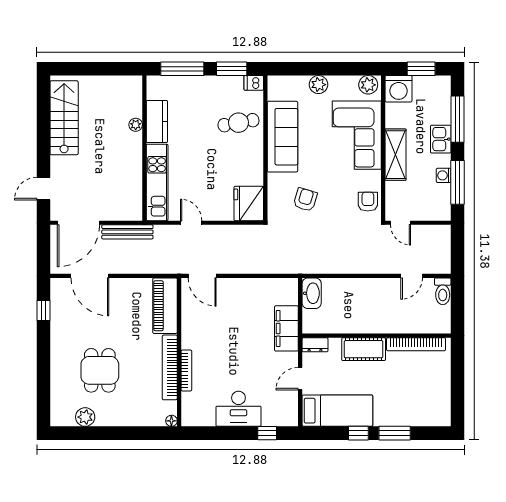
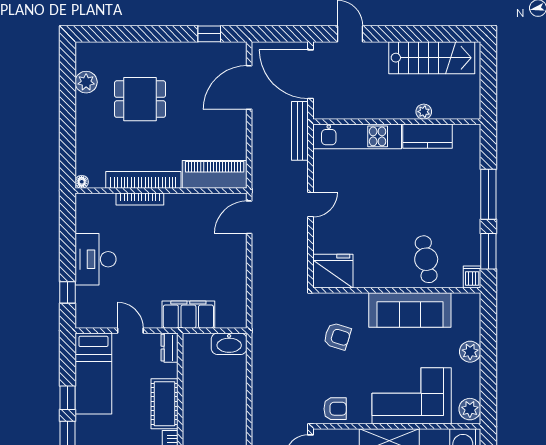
kitchen counter: (157, 121) -> (428, 136), moved
plant: (136, 125) -> (424, 112), moved
wall: (144, 148) -> (397, 122), moved
kitchen unit: (157, 182) -> (357, 136), moved

